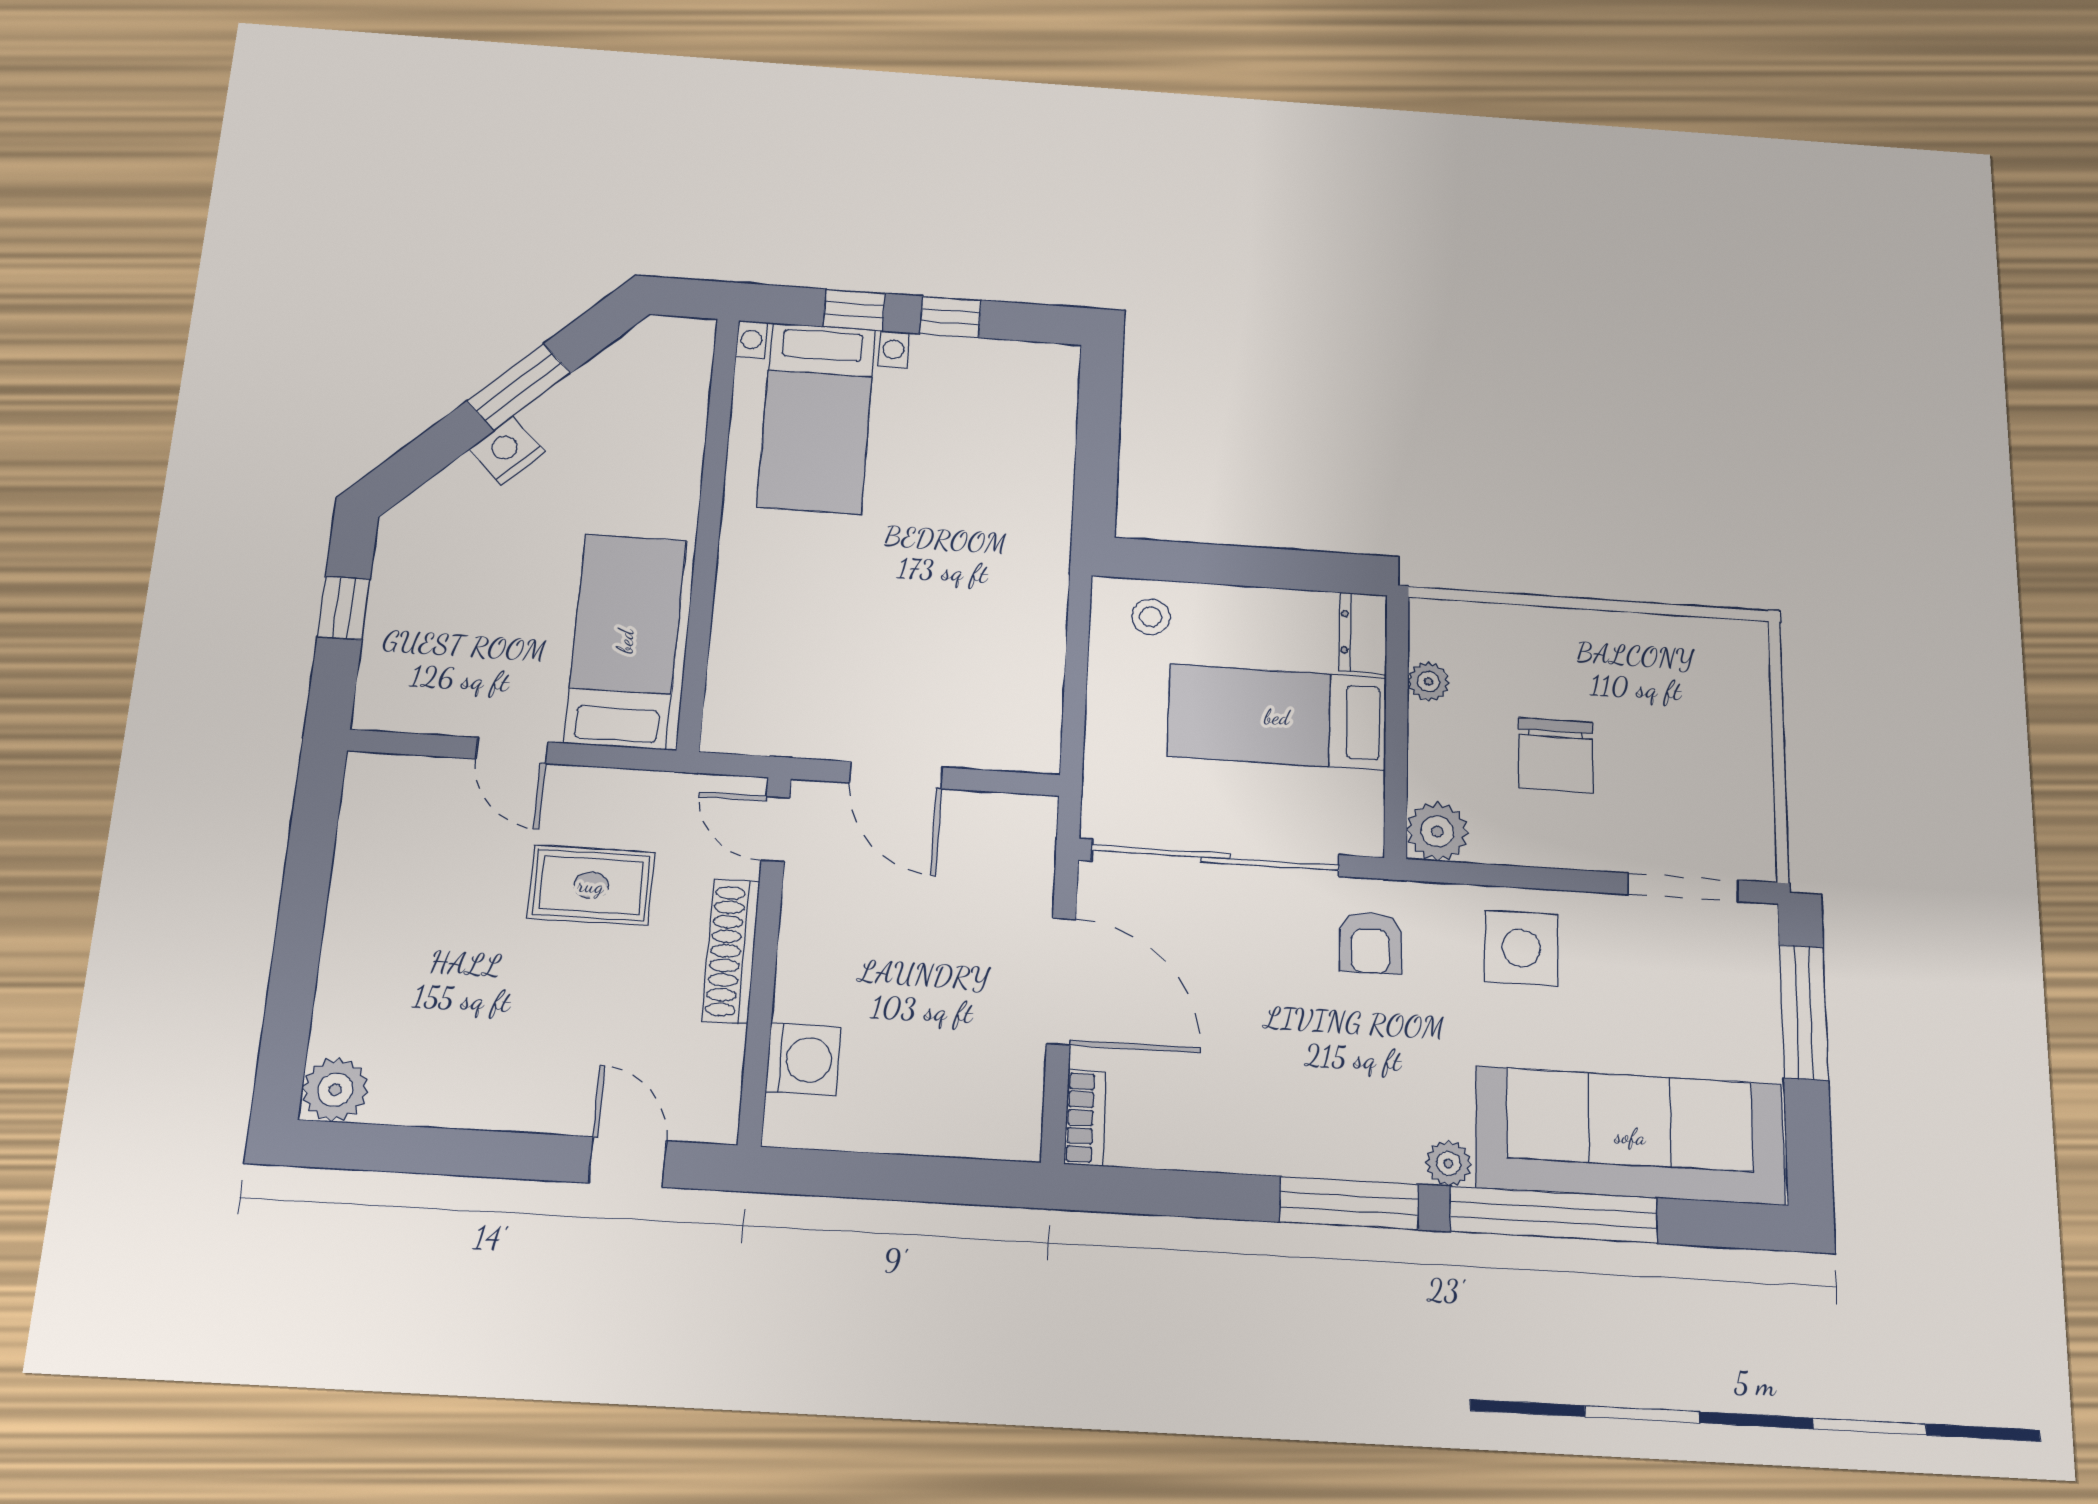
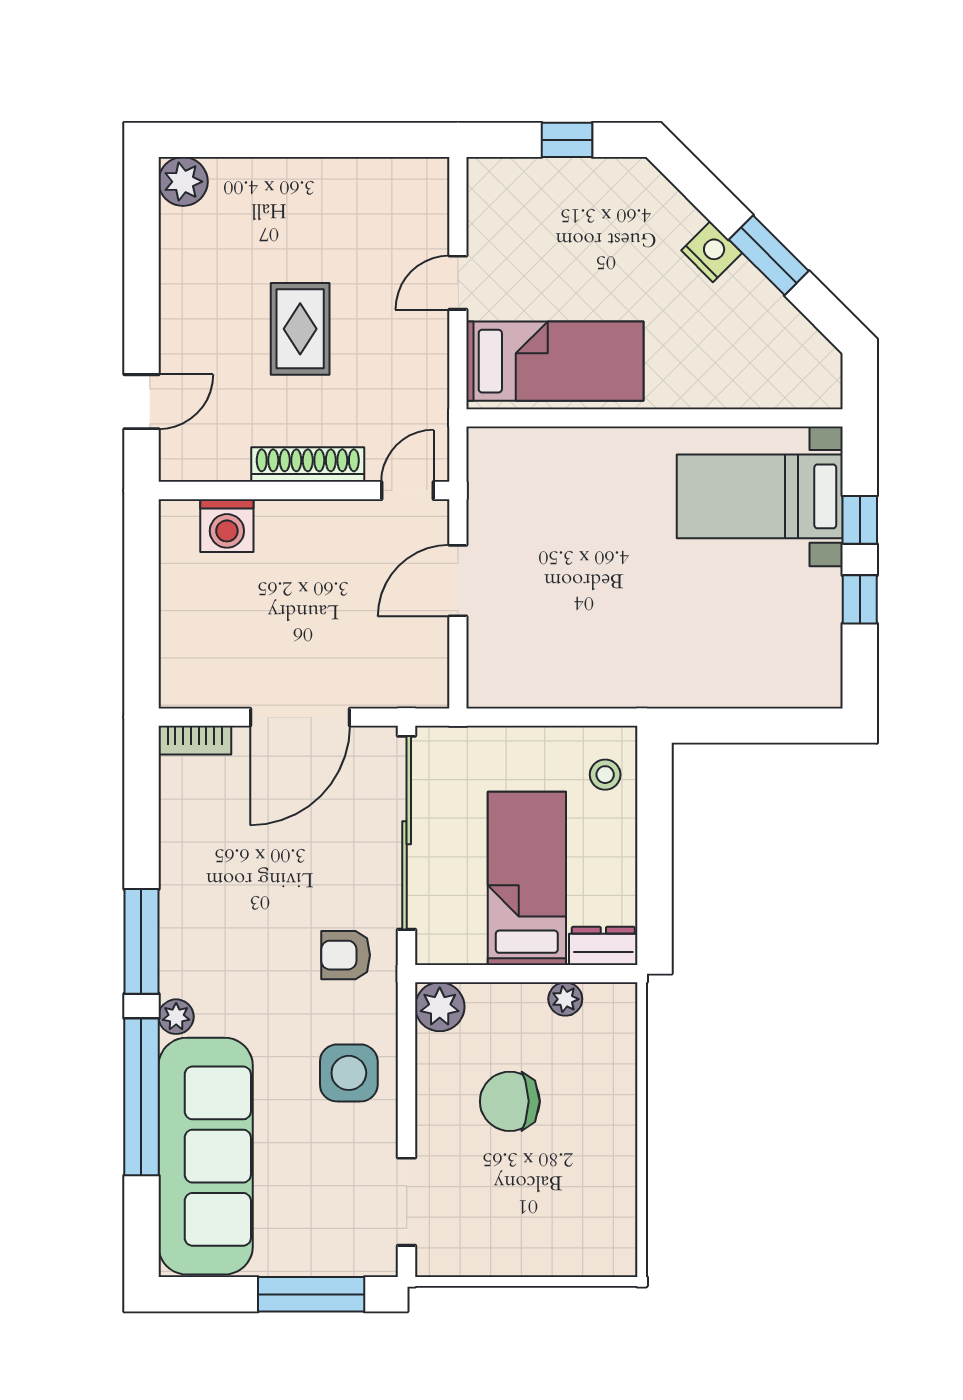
rug: (591, 885) -> (300, 329), moved

